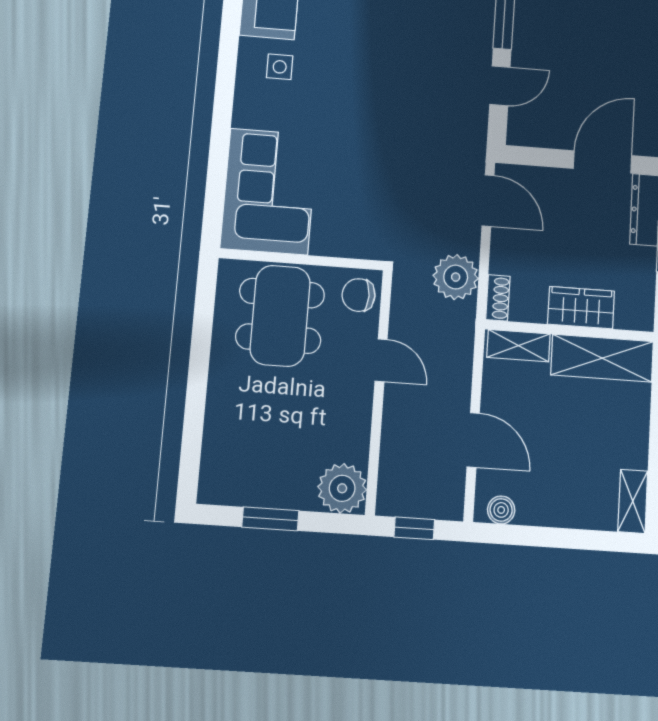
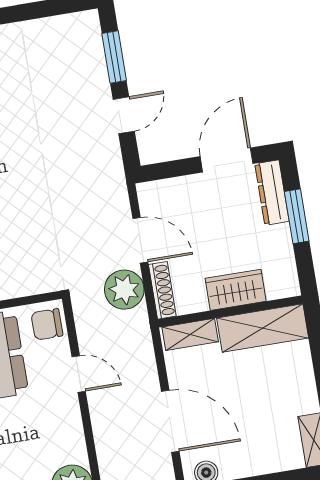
door: (488, 201) -> (140, 240), moved
shoe rack: (498, 298) -> (162, 290), width x1.43
door: (473, 440) -> (170, 421), width x1.36

